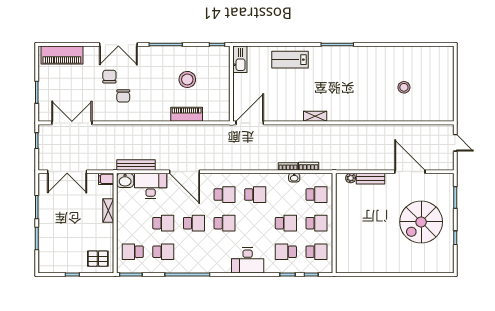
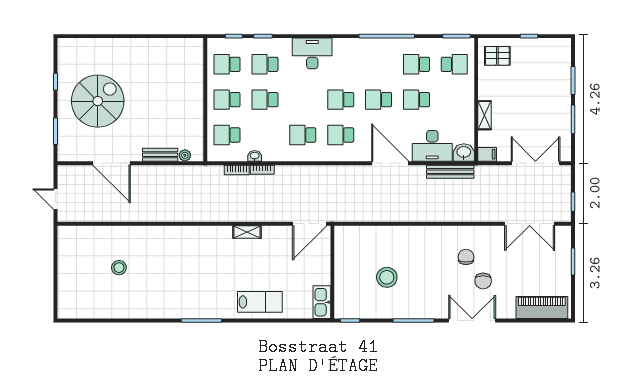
piano: (187, 114) -> (388, 234), removed
shelving: (315, 116) -> (247, 232), moved
school desk: (286, 252) -> (265, 64), turned 180

